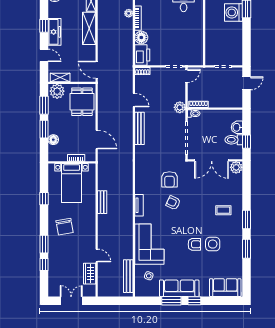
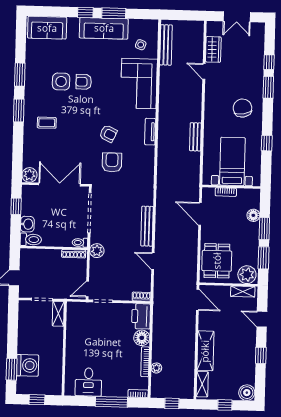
freezer: (54, 32) -> (248, 348), removed
shelving: (210, 55) -> (58, 314), added
toilet: (234, 140) -> (31, 239), moved

